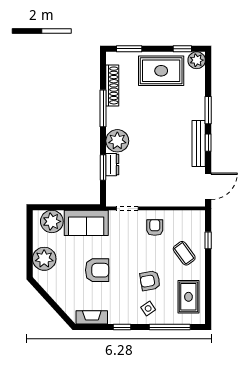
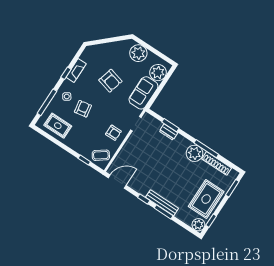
plant: (117, 141) -> (195, 153), moved
bench: (199, 143) -> (162, 203), moved
door: (208, 186) -> (117, 182), swing flipped
coffee table: (184, 253) -> (101, 155), moved
armchair: (97, 270) -> (110, 81), turned -75
fireplace: (92, 317) -> (76, 70), moved

